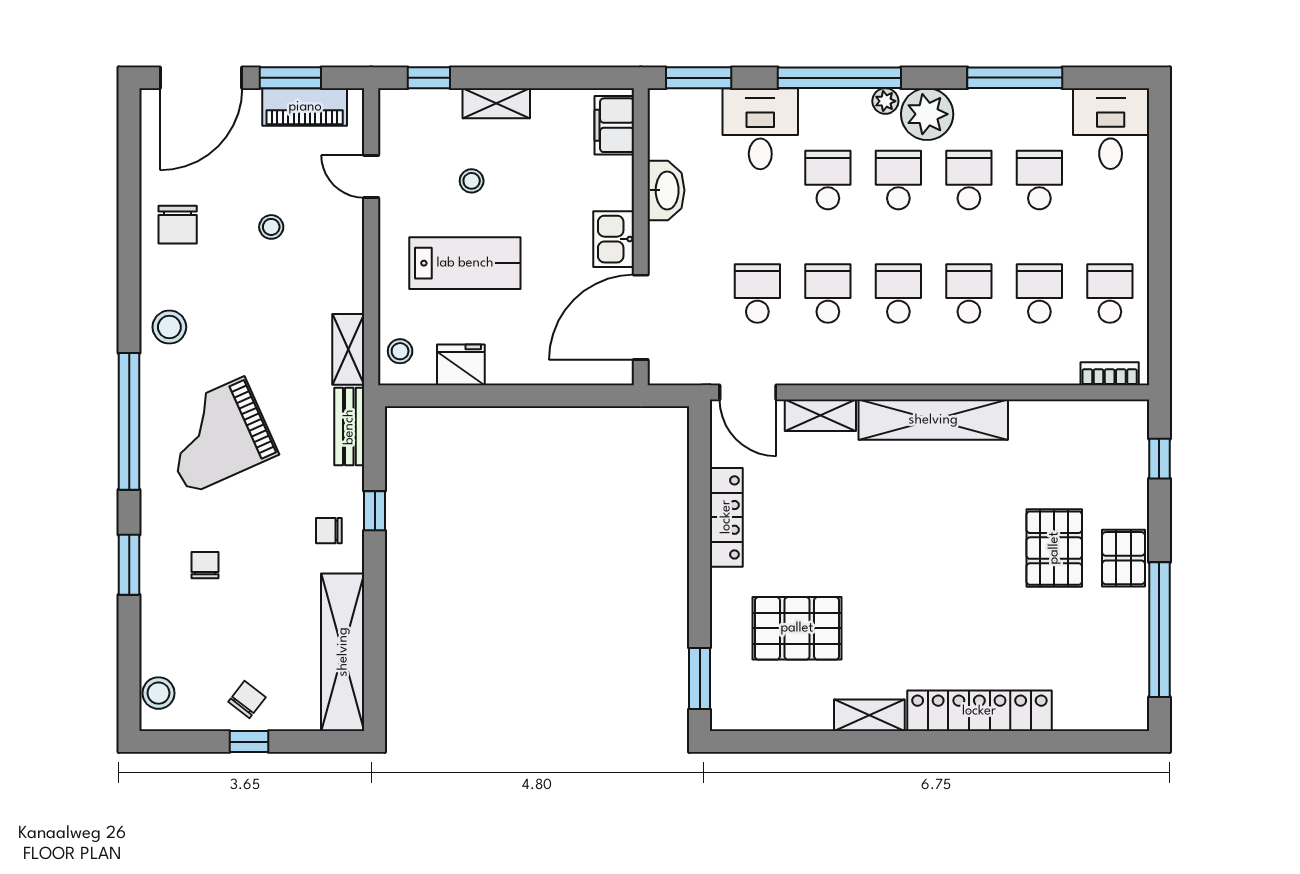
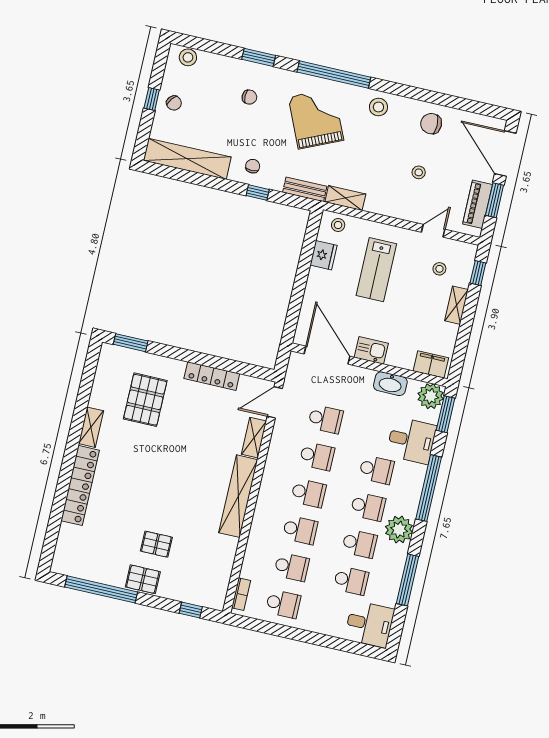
plant: (885, 101) -> (431, 396), moved, width x1.88, depth x1.88
stool: (472, 181) -> (439, 269), moved
pallet: (1054, 548) -> (156, 544), width x0.67, depth x0.71

